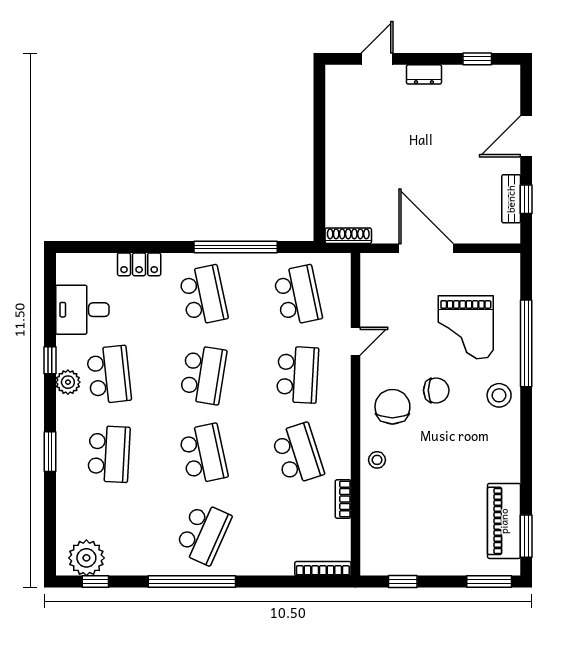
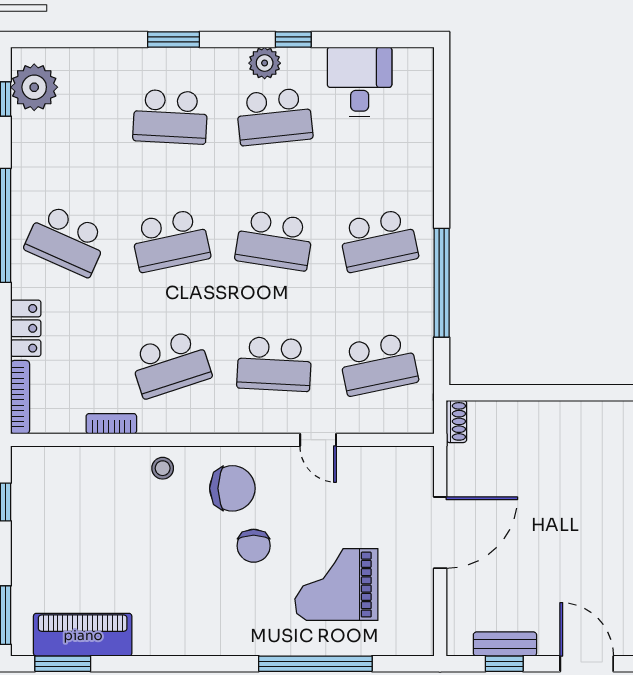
shoe rack: (348, 236) -> (456, 421), width x0.70
locker: (139, 264) -> (26, 328), moved, turned 180
stool: (499, 395) -> (247, 628), removed

